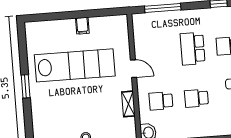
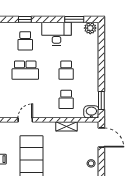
door: (133, 69) -> (25, 120), moved

